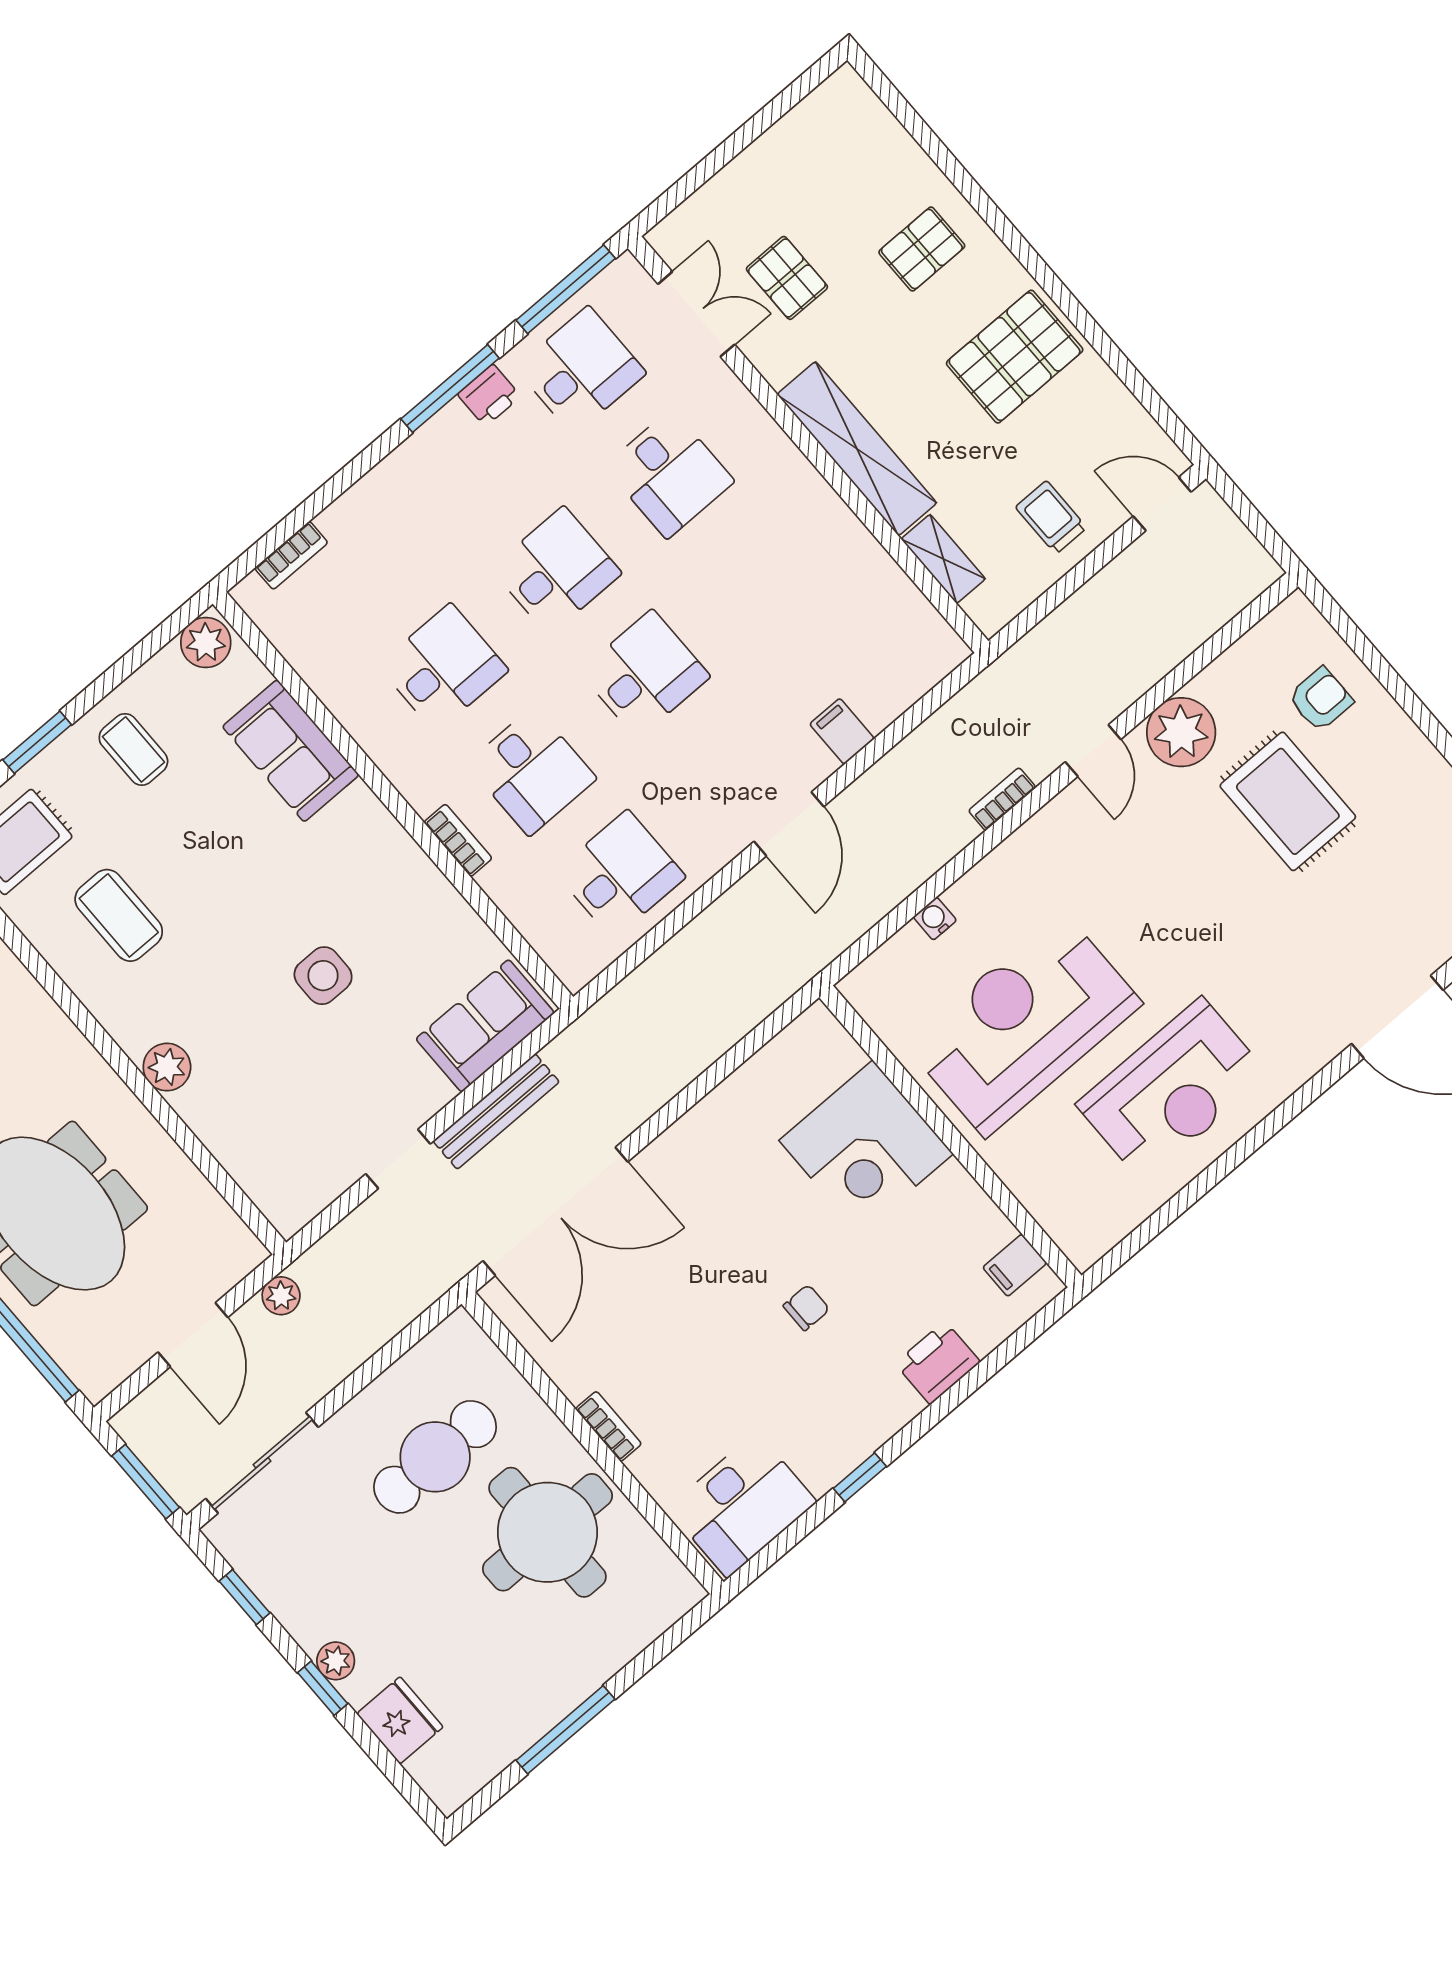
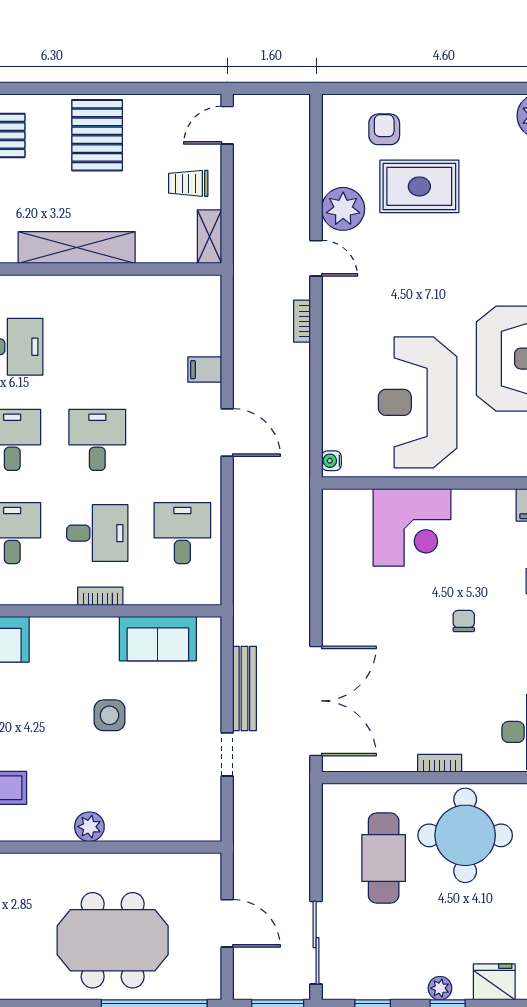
shelving: (943, 559) -> (209, 237), moved, turned 90
water cooler: (935, 919) -> (331, 461), moved
sofa: (485, 1026) -> (158, 639), moved, turned -90
plant: (281, 1296) -> (244, 866), removed

